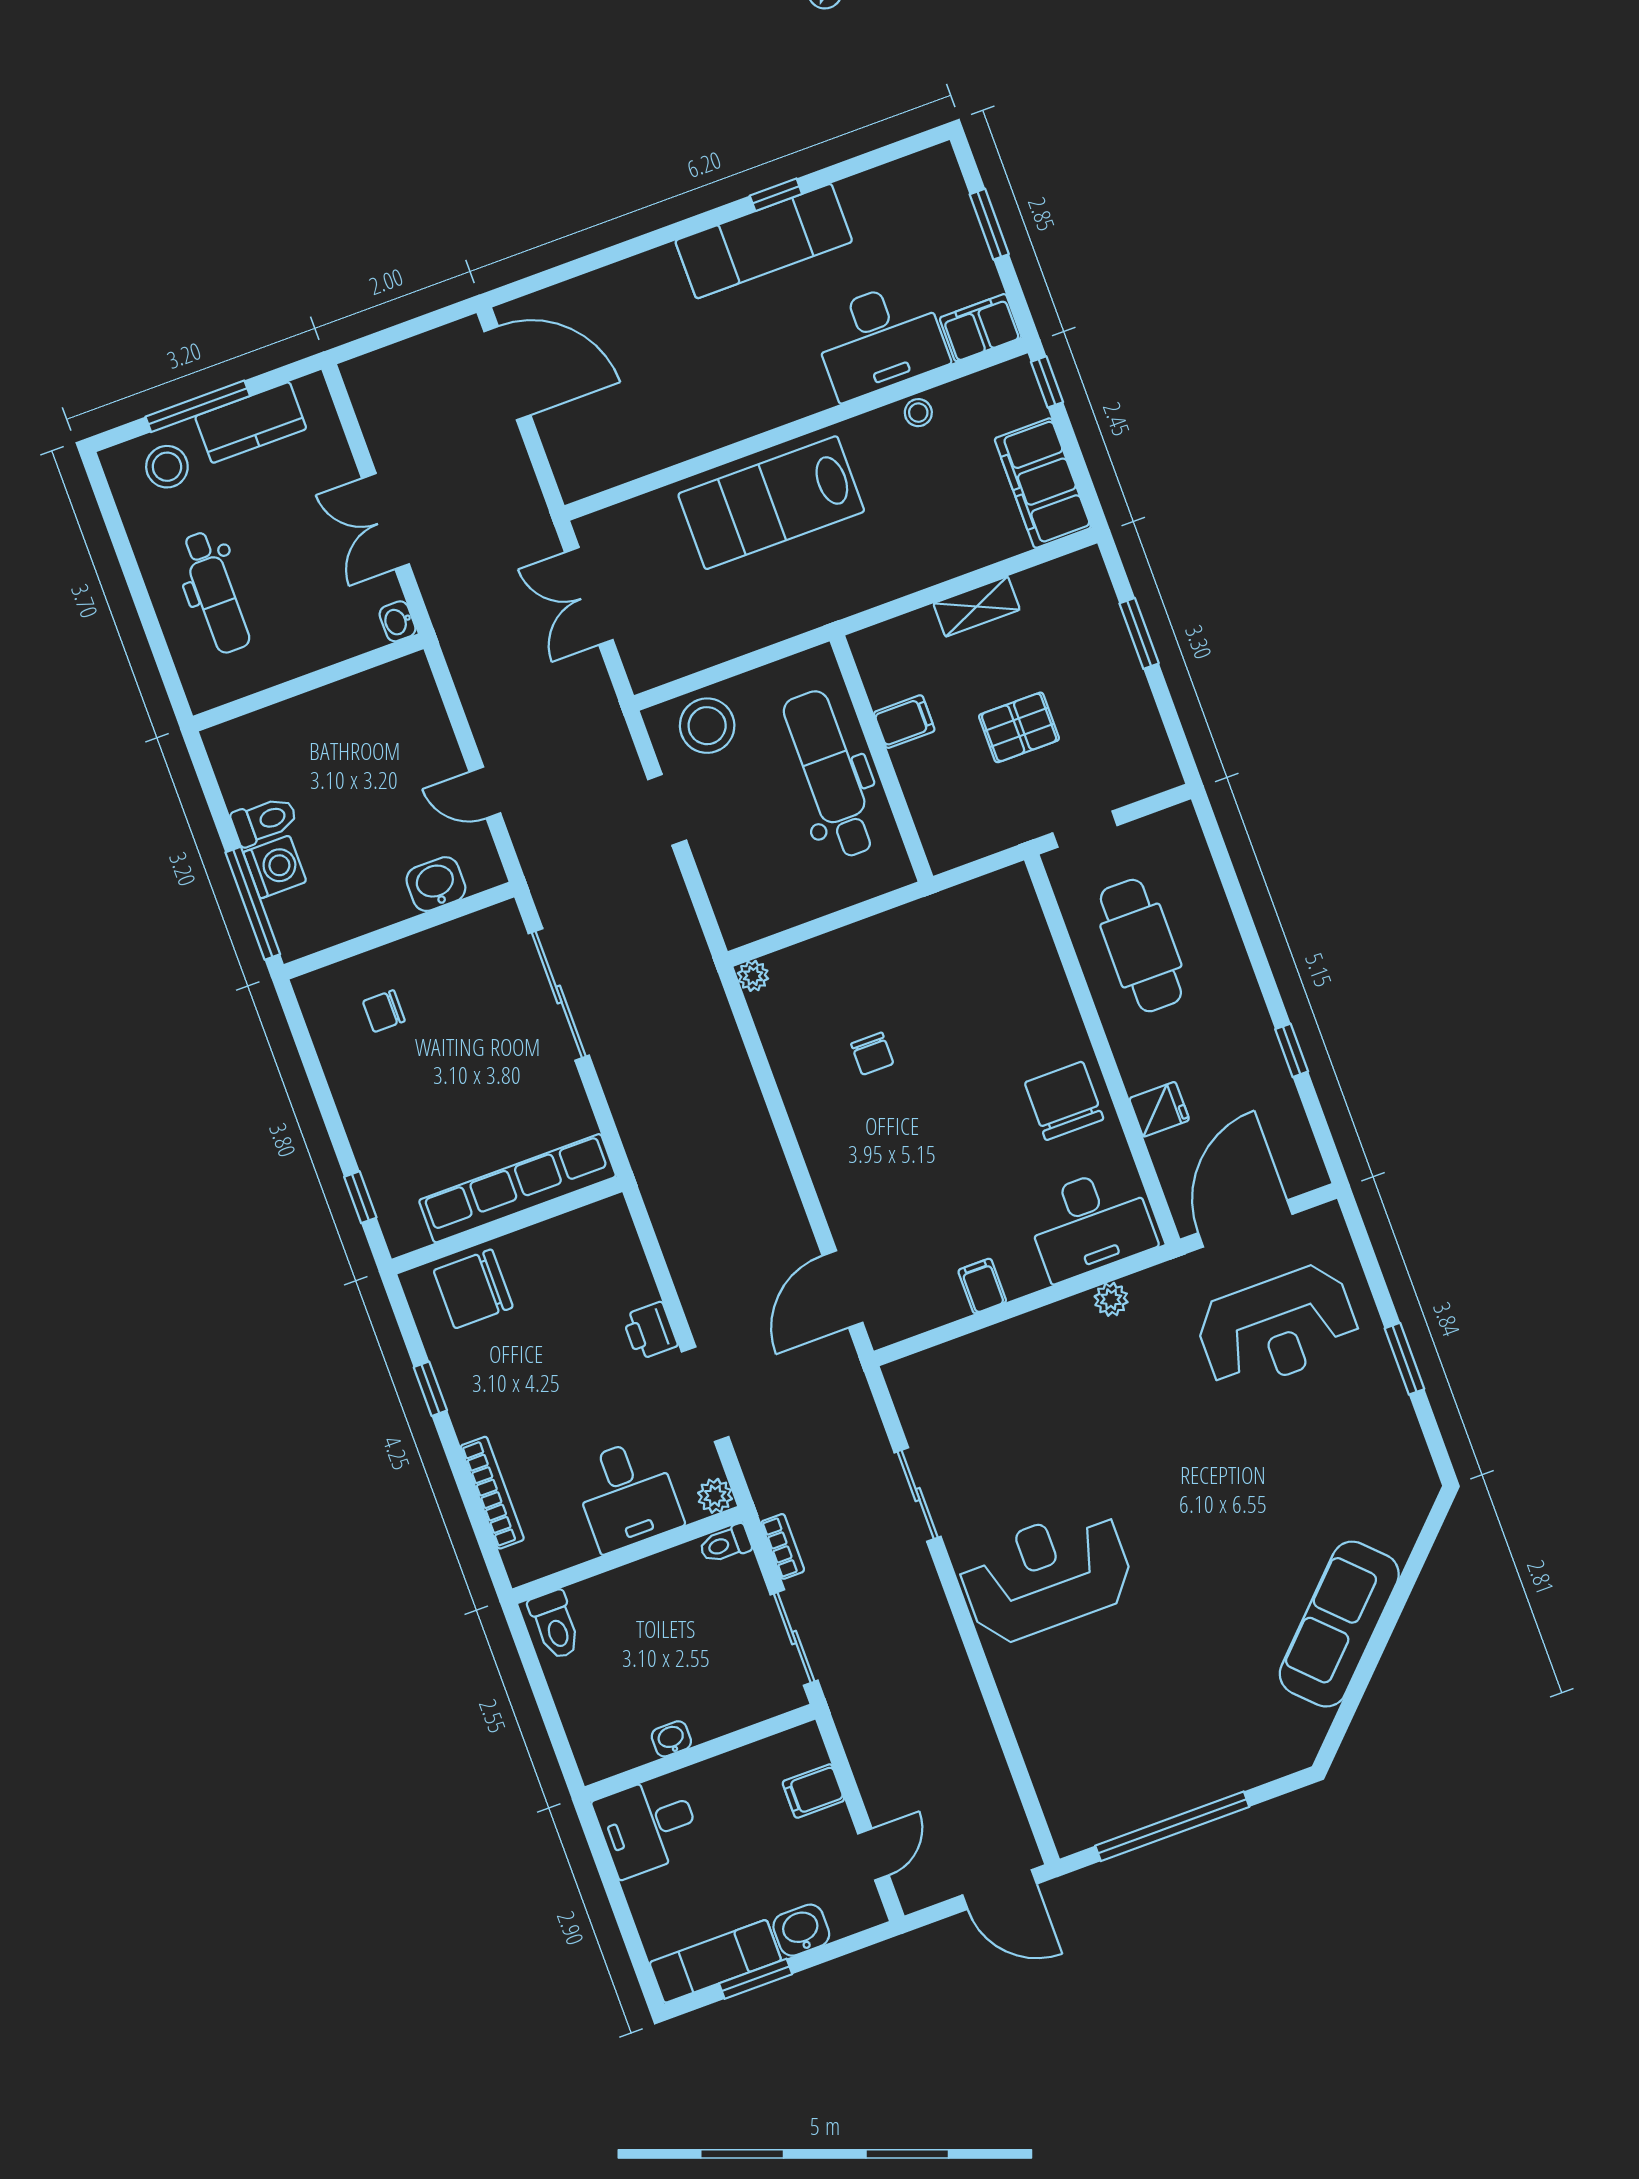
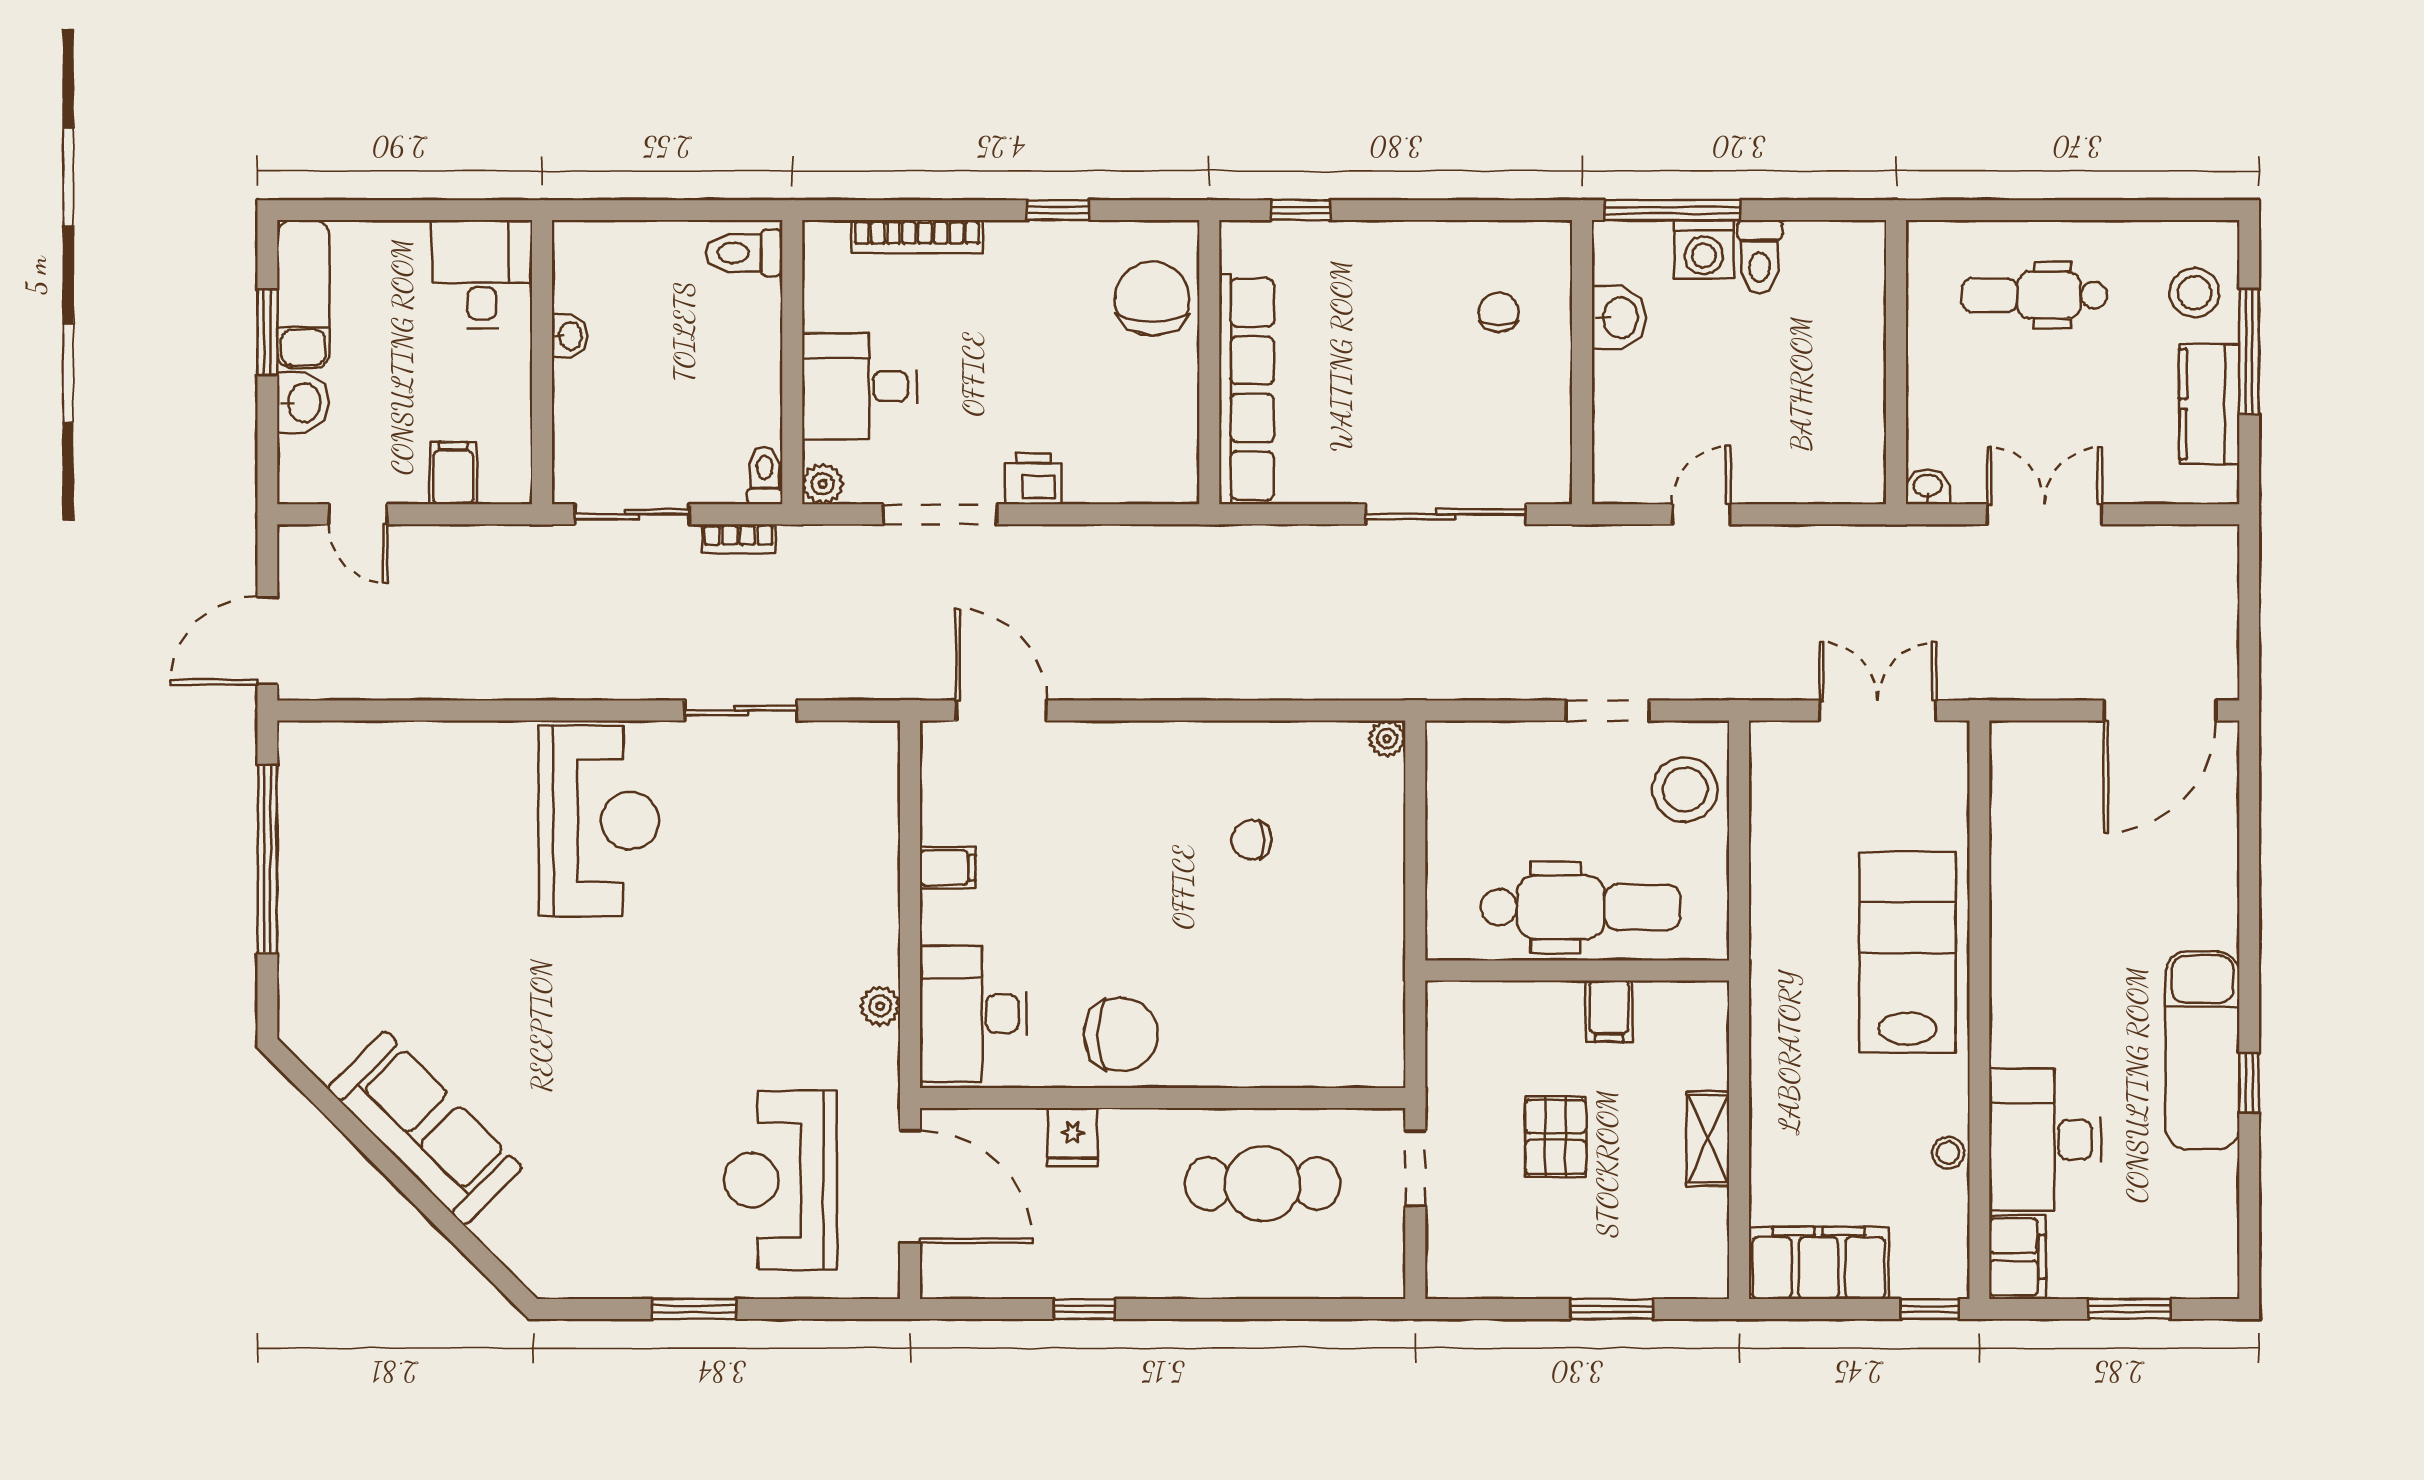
washbasin: (436, 884) -> (1619, 318), moved

